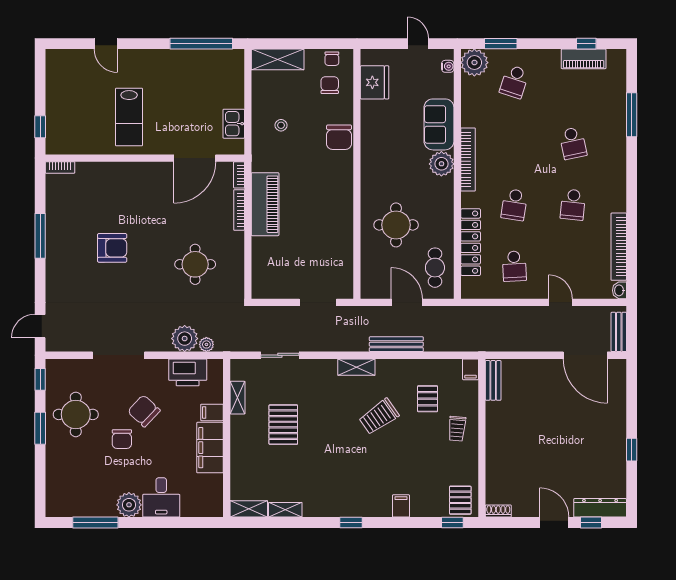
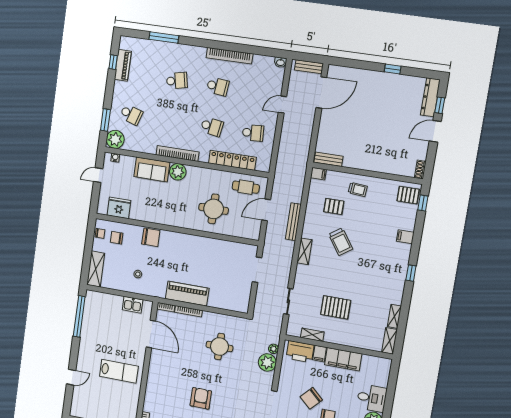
bookcase: (619, 247) -> (229, 56), moved
printer: (188, 372) -> (300, 352), moved, turned 90

